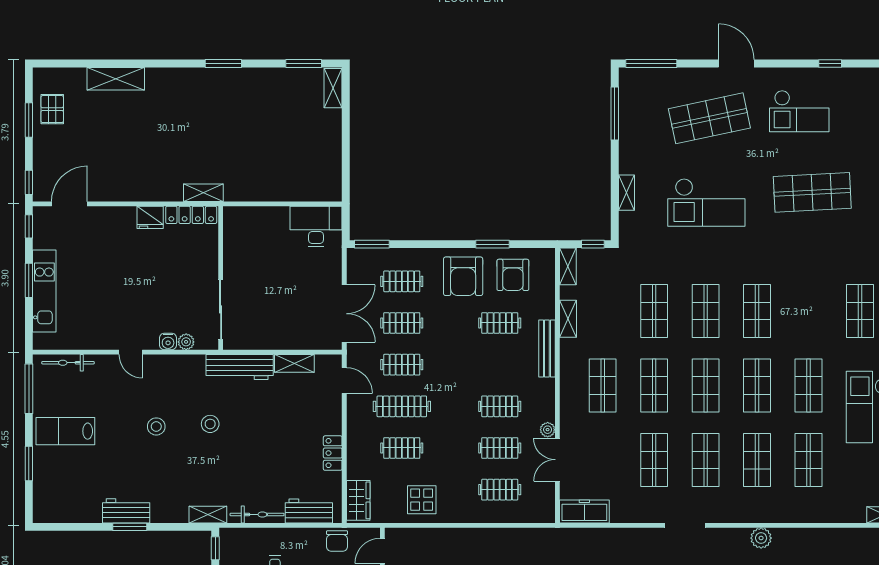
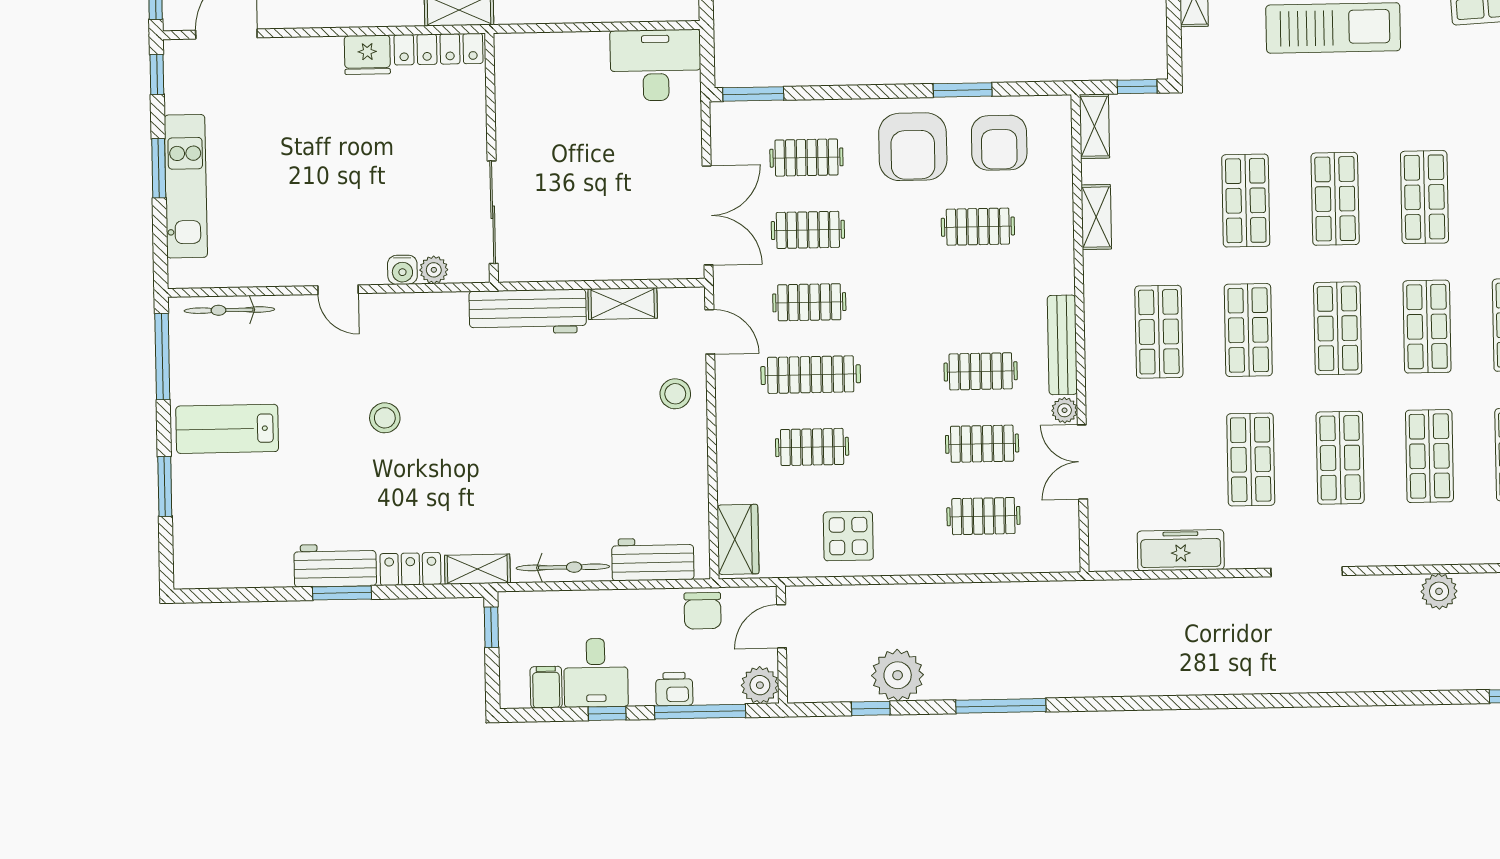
bench: (547, 349) -> (1062, 345), moved
stool: (210, 424) -> (675, 394), moved
locker: (333, 453) -> (410, 569), moved, turned 90
freezer: (584, 511) -> (1181, 550), moved

